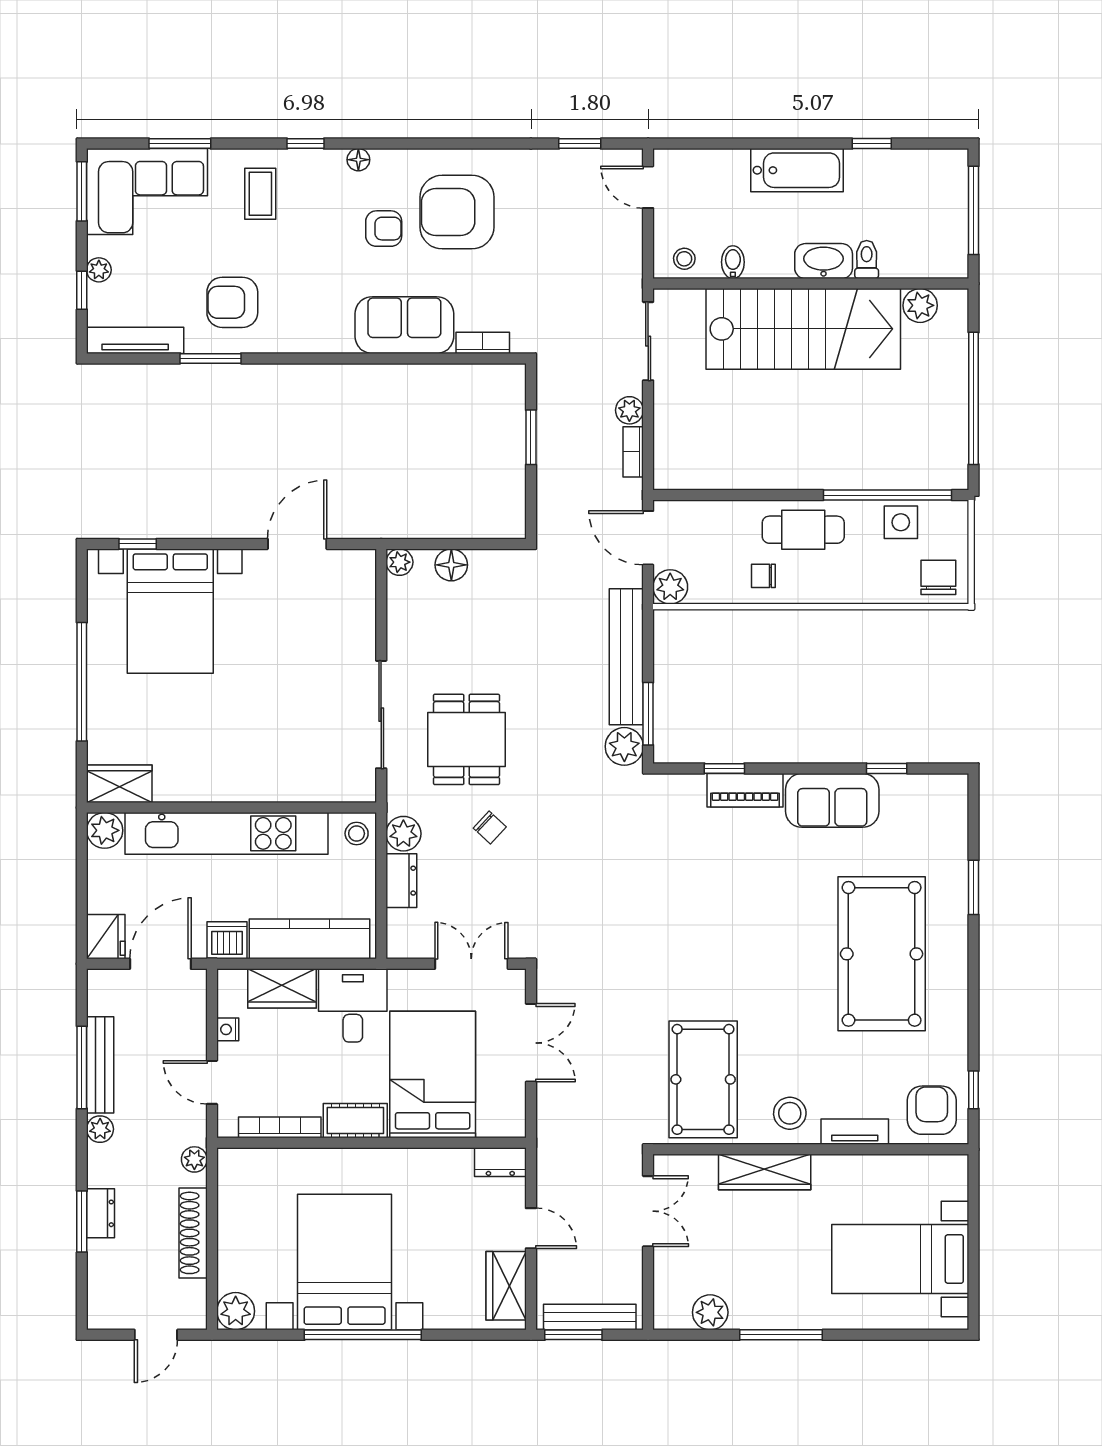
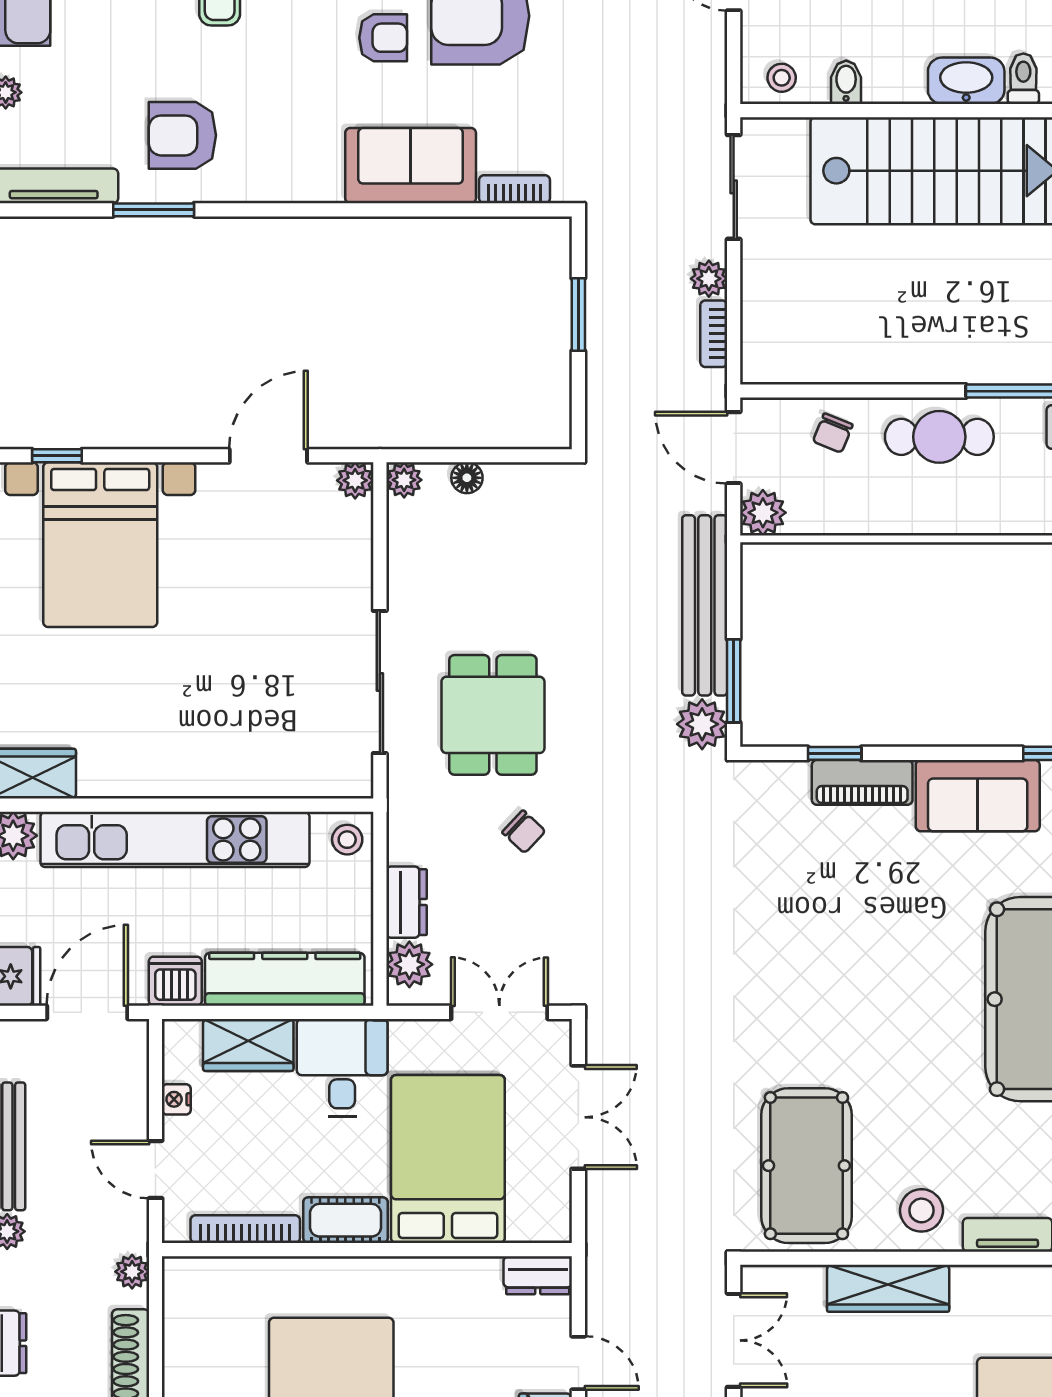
plant: (363, 563) -> (355, 480), added
floor lamp: (451, 565) -> (467, 478), width x0.73, depth x0.73
chair: (763, 576) -> (833, 433), moved, turned -68
plant: (403, 834) -> (409, 964), moved

